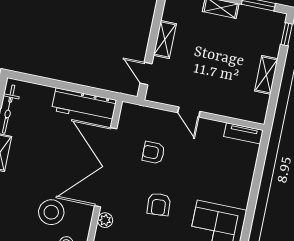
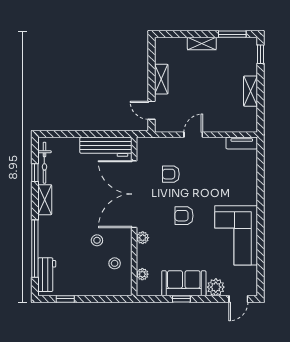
door: (189, 112) -> (193, 135), swing flipped
armchair: (159, 204) -> (184, 216), turned 94
stool: (51, 212) -> (97, 240), width x0.53, depth x0.53

